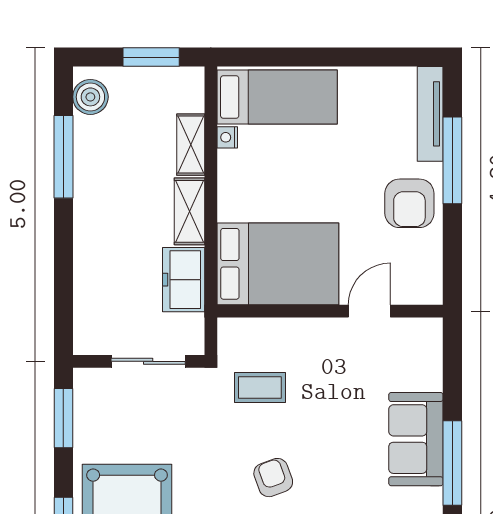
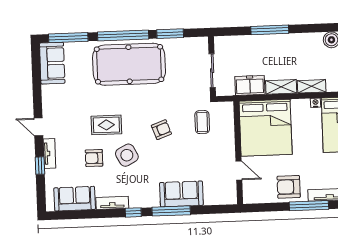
window: (63, 157) -> (270, 30), moved
bed: (278, 264) -> (266, 128), width x1.36
window: (63, 418) -> (170, 34), moved

